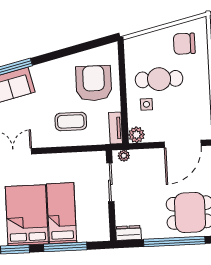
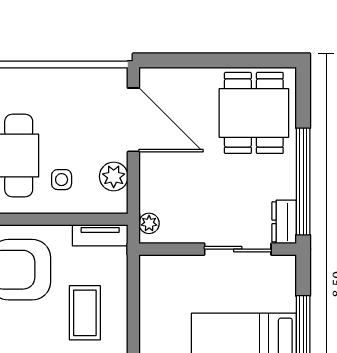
plant: (137, 135) -> (114, 176), moved
sliding door: (110, 182) -> (238, 249), moved
window: (174, 242) -> (303, 182), moved

